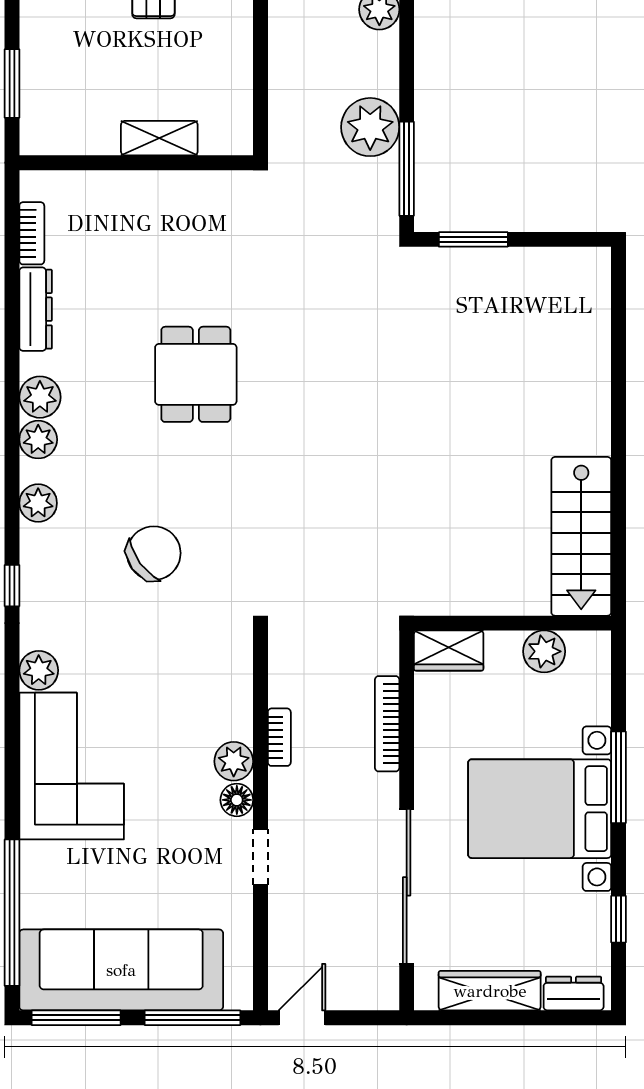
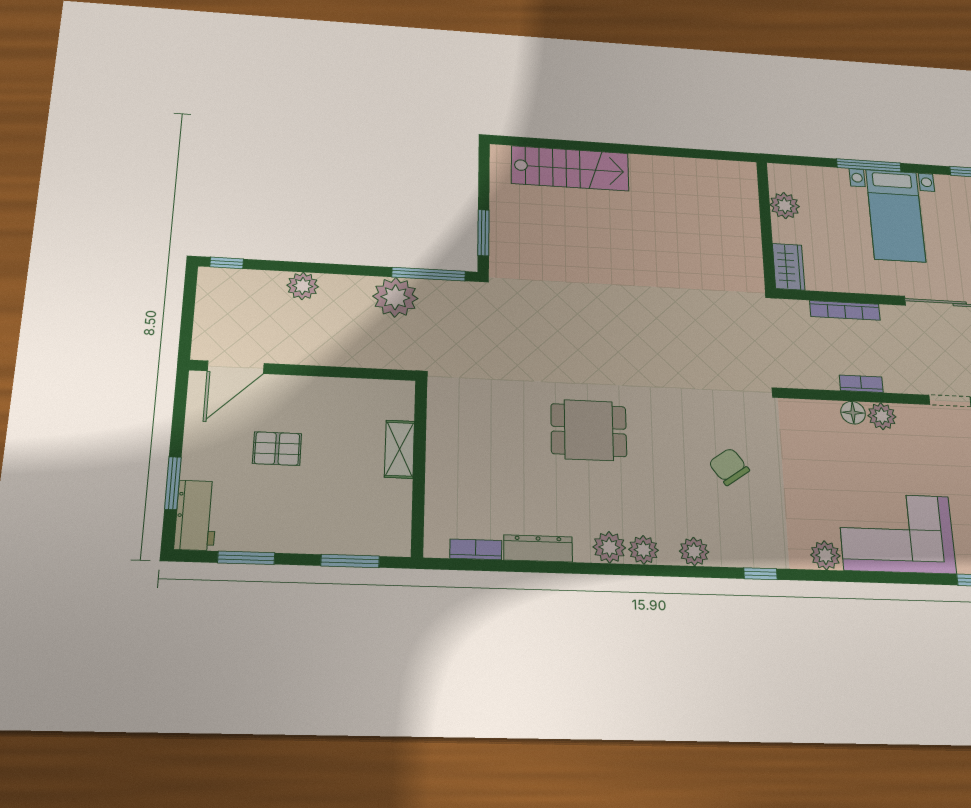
stairs: (581, 536) -> (570, 168), moved
chair: (154, 553) -> (729, 467), width x0.73, depth x0.73
floor lamp: (237, 800) -> (853, 413), moved
bed with nightstands: (540, 809) -> (896, 215), width x0.73

